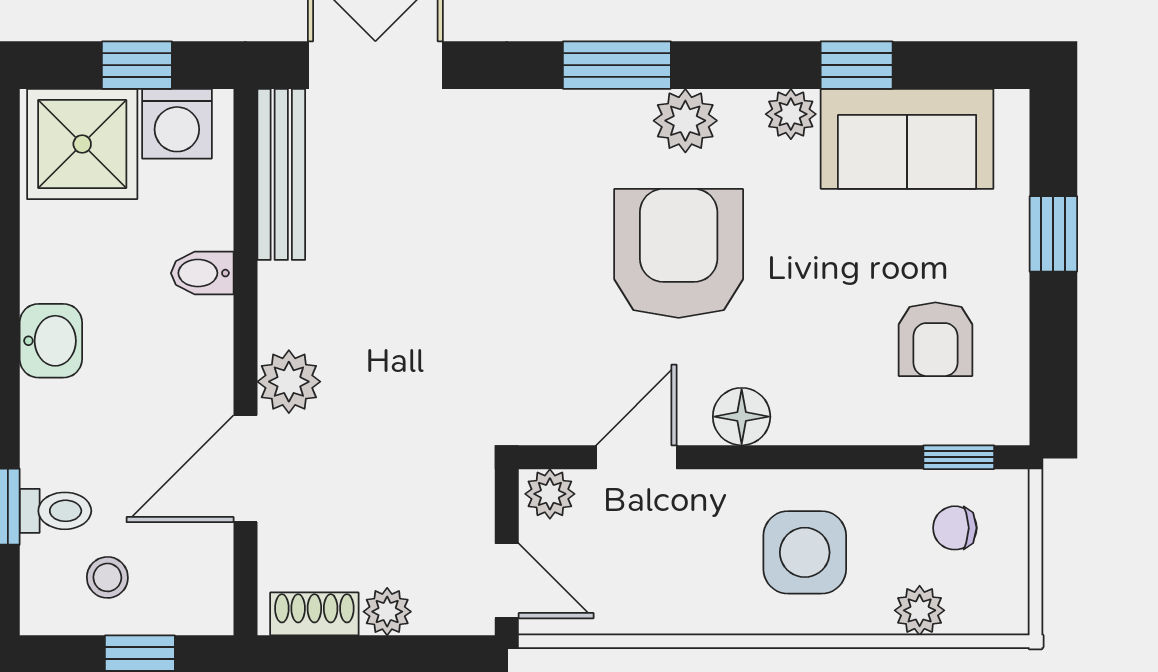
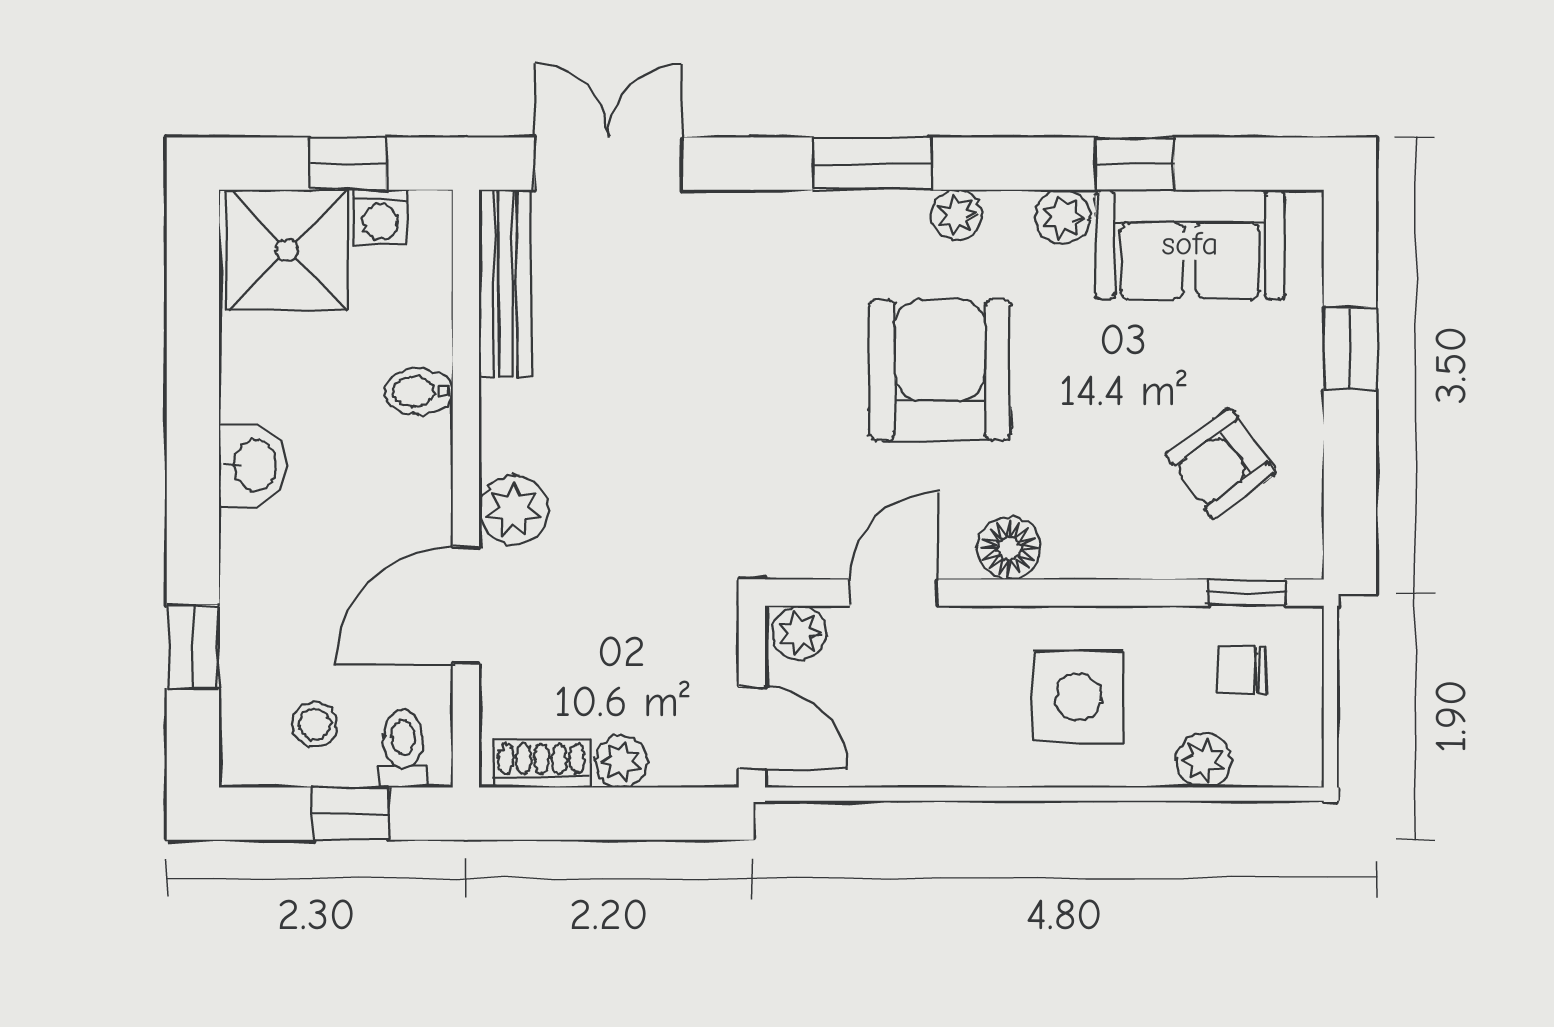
plant: (685, 121) -> (957, 215), width x0.73, depth x0.73
washing machine: (177, 124) -> (381, 217), width x0.73, depth x0.73
armchair: (935, 339) -> (1221, 464), turned 54
toilet: (55, 511) -> (403, 749), moved, turned -90

